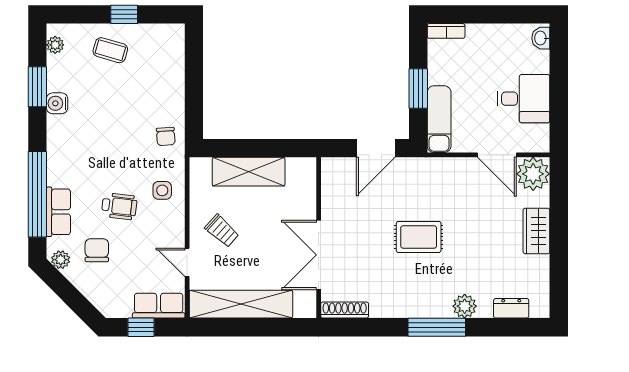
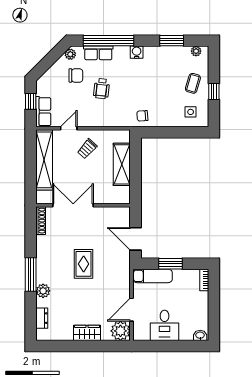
water cooler: (57, 103) -> (137, 52), moved
side table: (162, 190) -> (191, 112), moved

